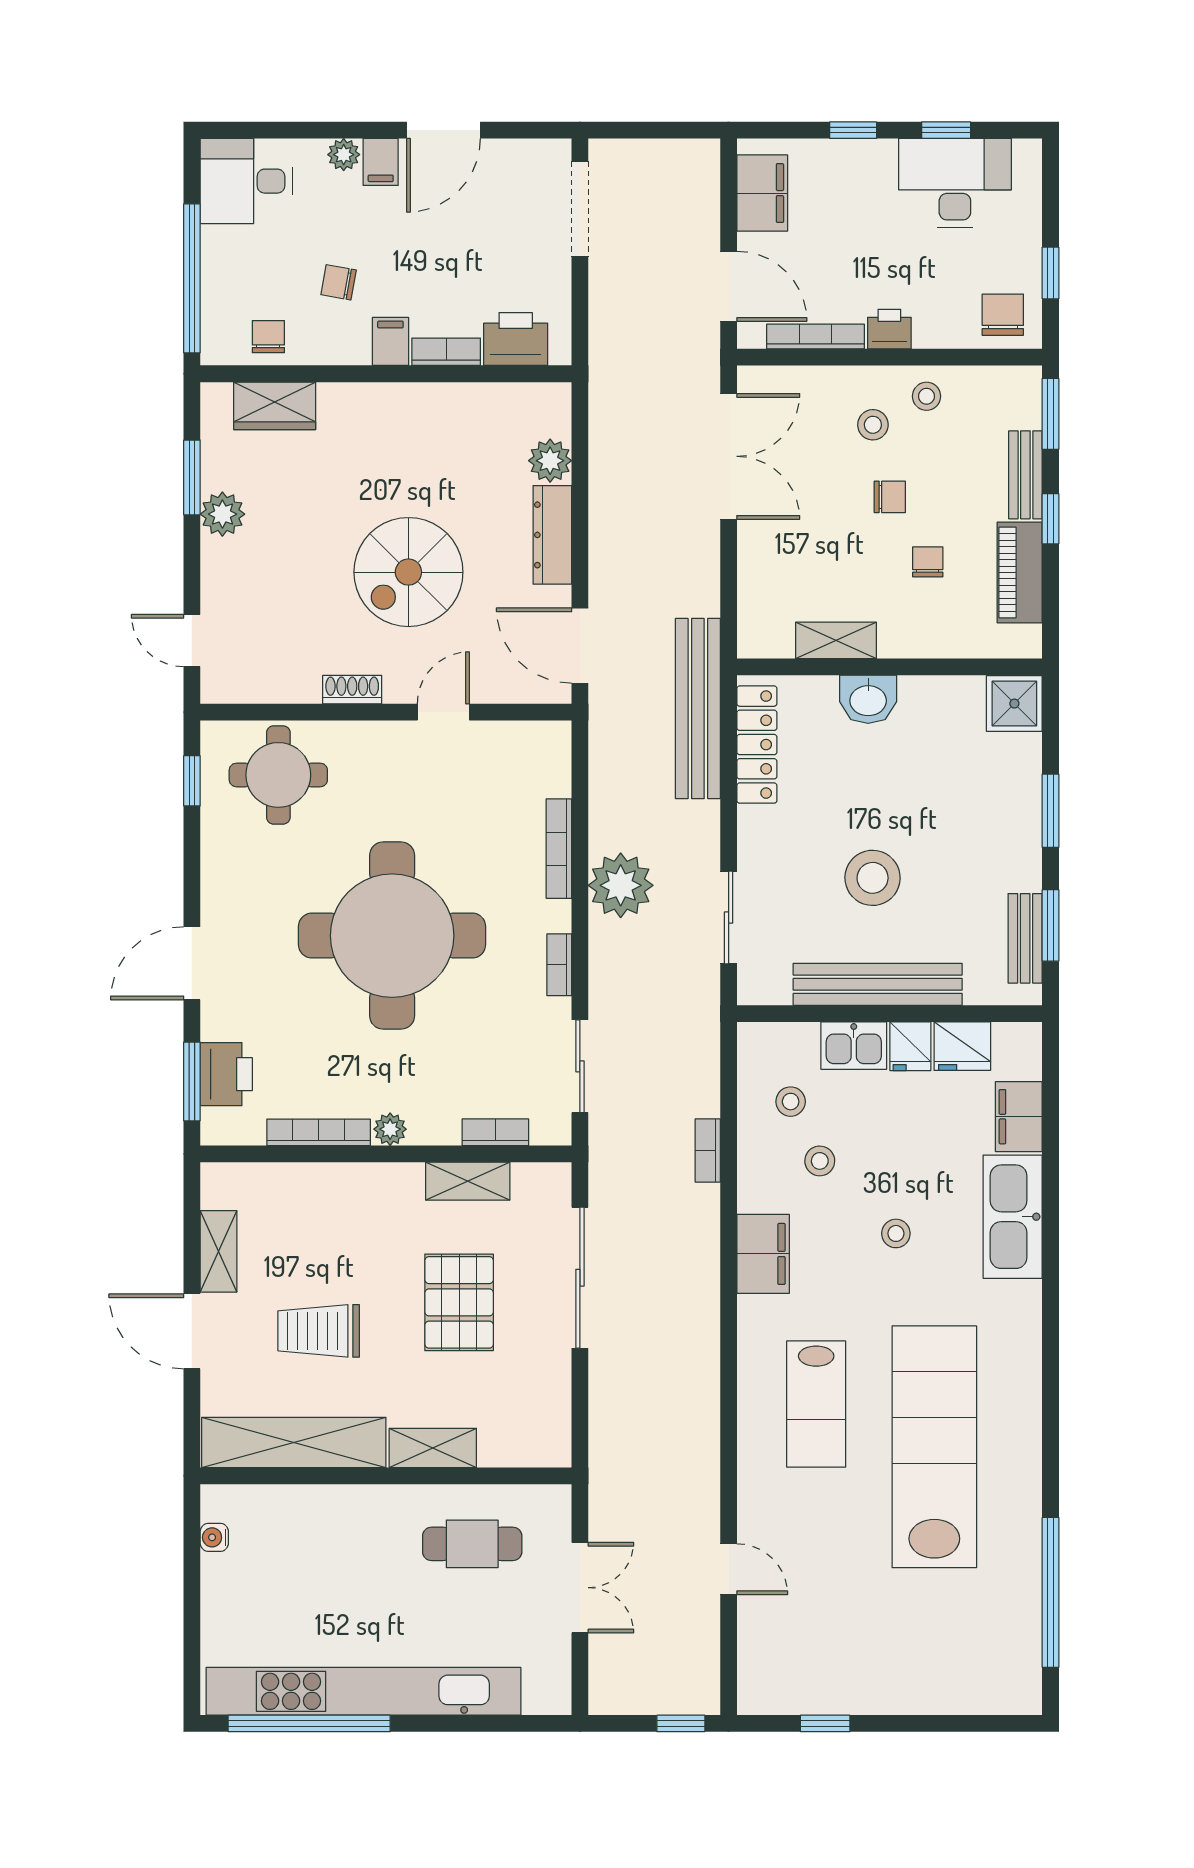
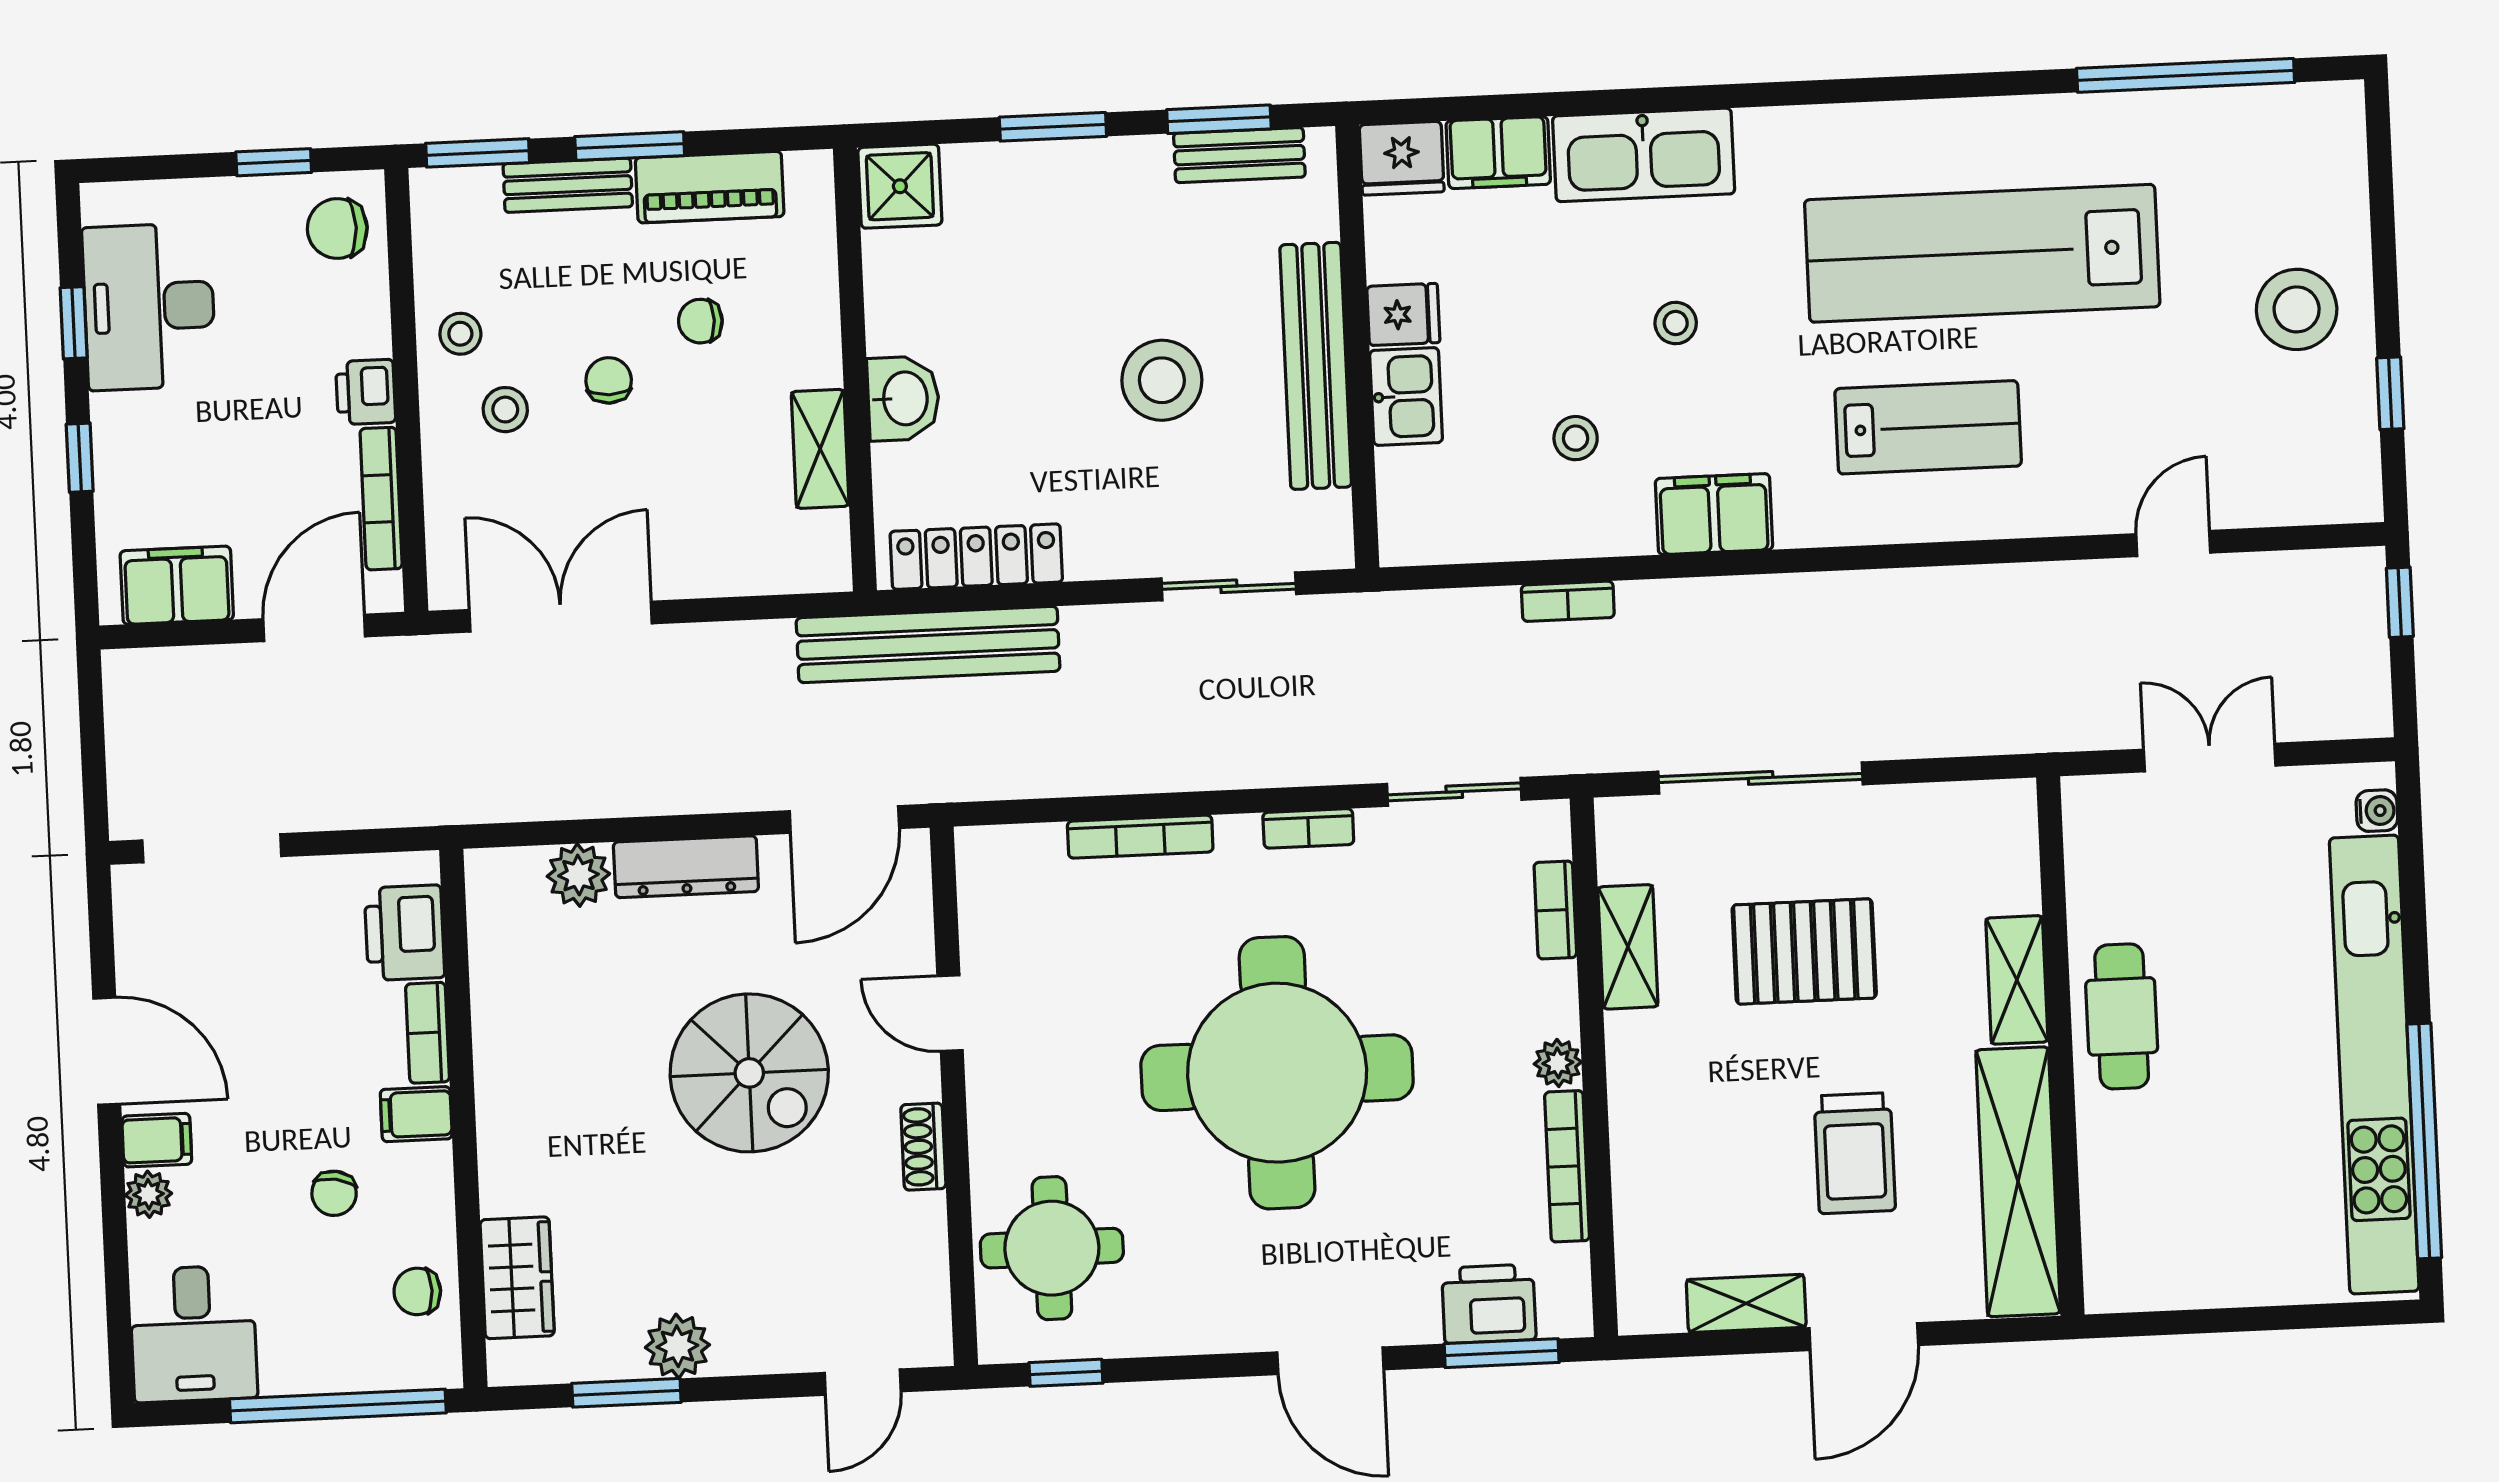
window: (1050, 519) -> (630, 146), width x1.50
plant: (621, 885) -> (1189, 745), removed
fridge: (962, 1046) -> (1402, 158), moved, turned 90
stool: (791, 1102) -> (2297, 309), moved, width x1.89, depth x1.89
water cooler: (214, 1537) -> (2377, 811), moved, turned -90
cafe table: (472, 1544) -> (2122, 1016), moved

